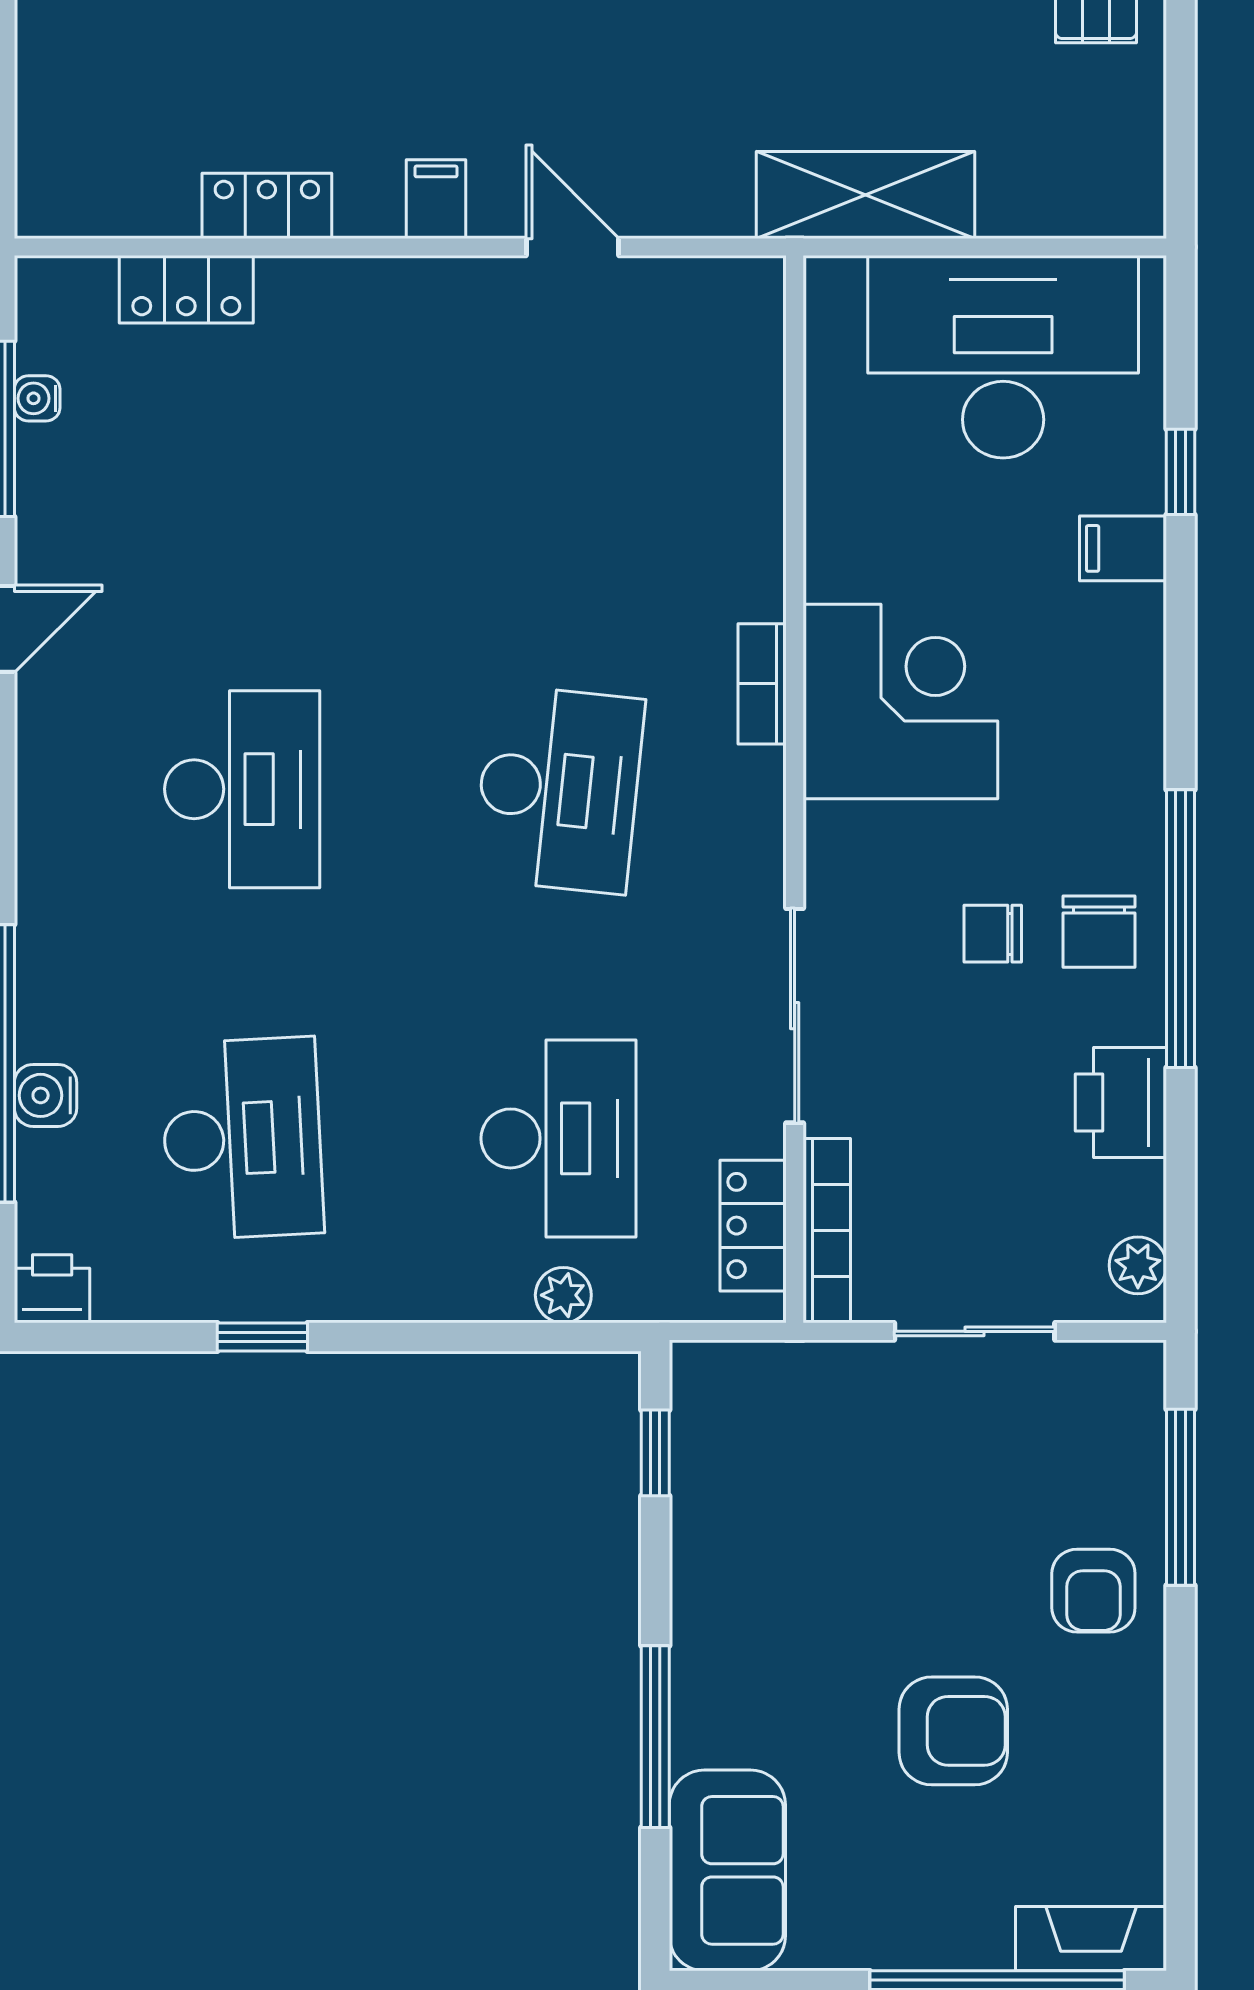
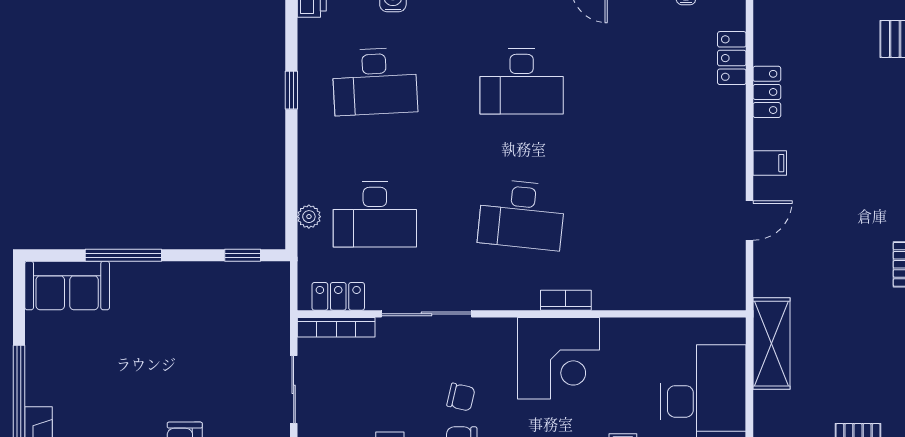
chair: (993, 934) -> (461, 397), turned 103
armchair: (953, 1731) -> (126, 380), removed

